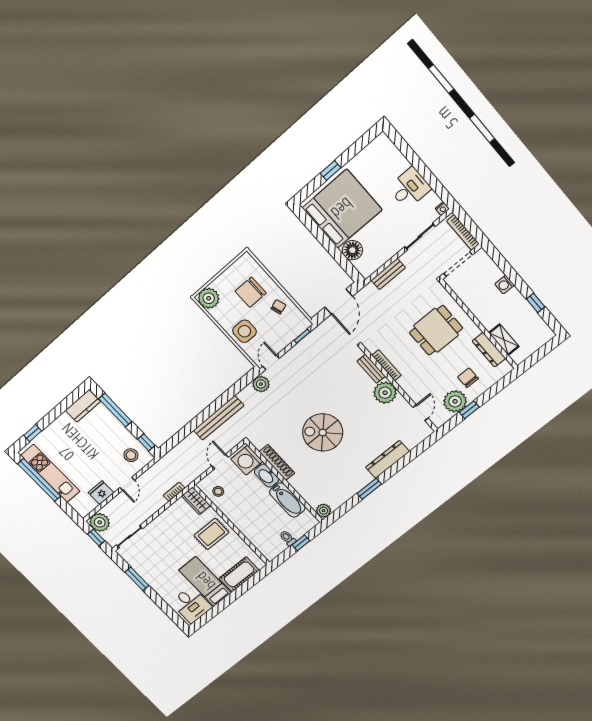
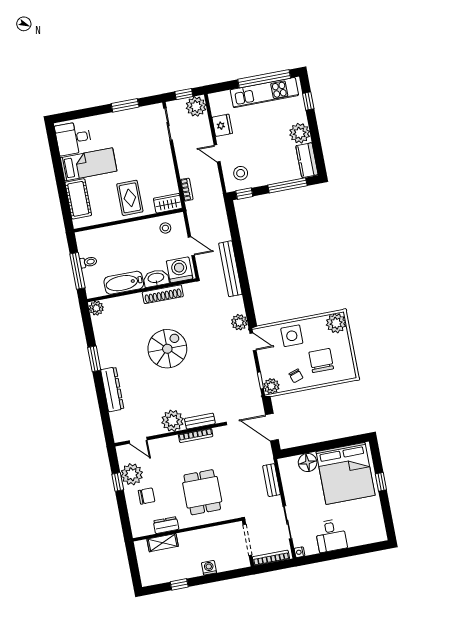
plant: (301, 323) -> (271, 386), added
dresser: (489, 350) -> (166, 525), width x0.70
plant: (64, 425) -> (300, 133), added
window: (301, 543) -> (77, 271), width x2.17

